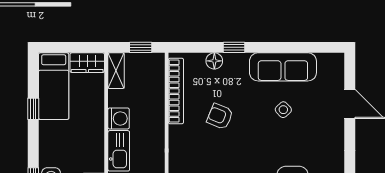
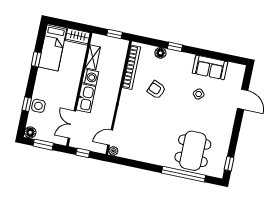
sofa: (283, 67) -> (210, 67), width x0.73
shelving: (116, 71) -> (93, 57), moved

